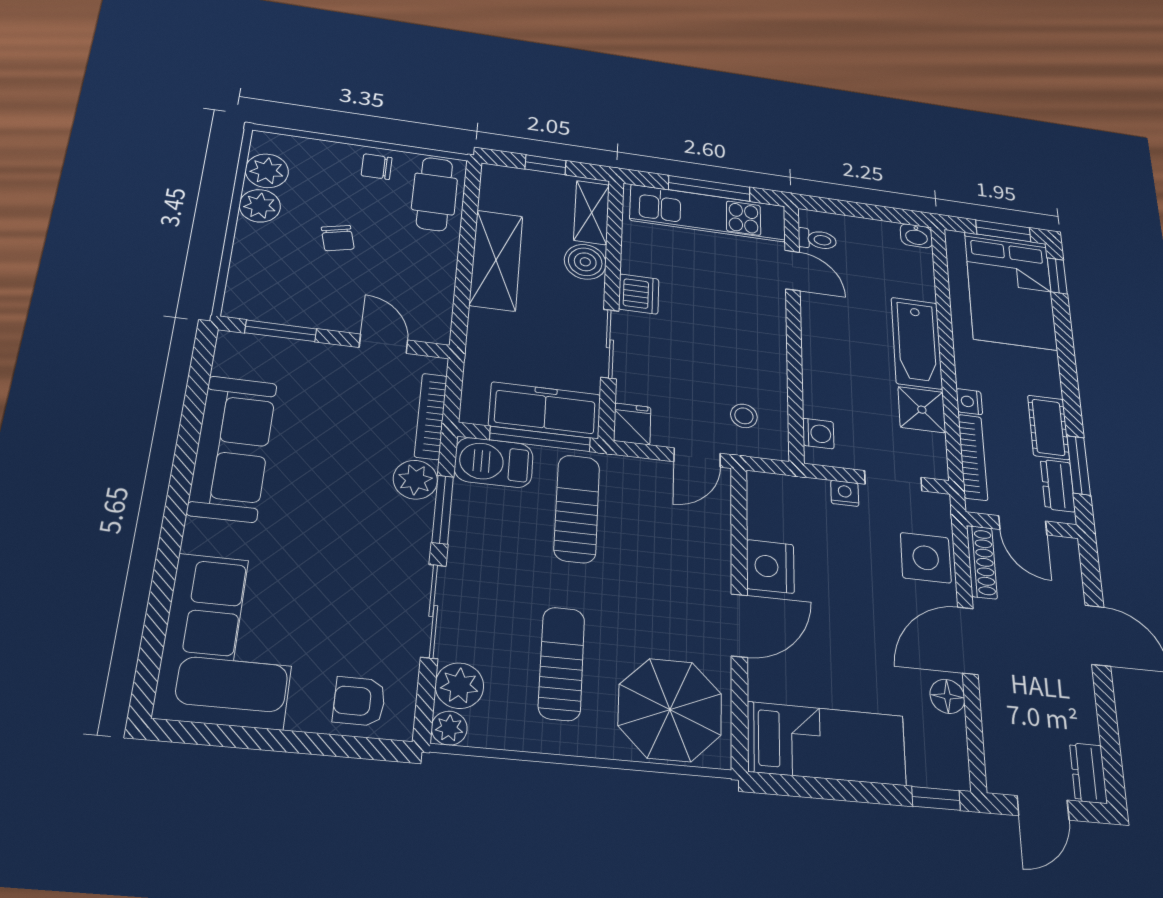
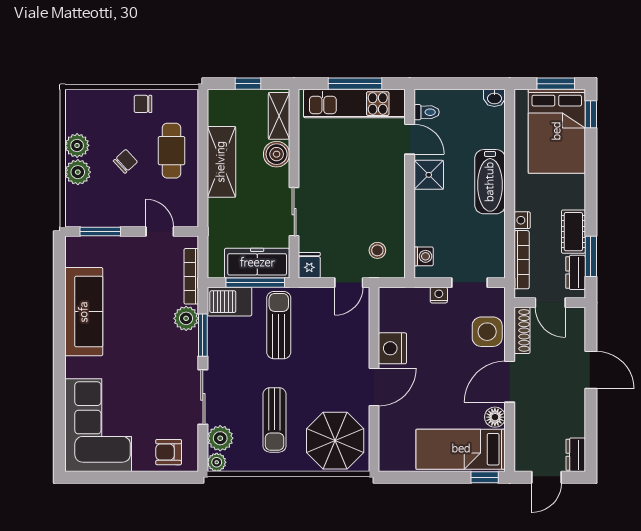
plant: (267, 171) -> (78, 172), moved
cafe table: (434, 194) -> (171, 151), moved
chair: (338, 238) -> (125, 161), turned -119
dishwasher: (639, 294) -> (311, 173), removed
shower: (922, 410) -> (429, 175), moved
sun lounger: (562, 663) -> (274, 420), turned 180
bed: (826, 744) -> (461, 449), moved, turned 180

